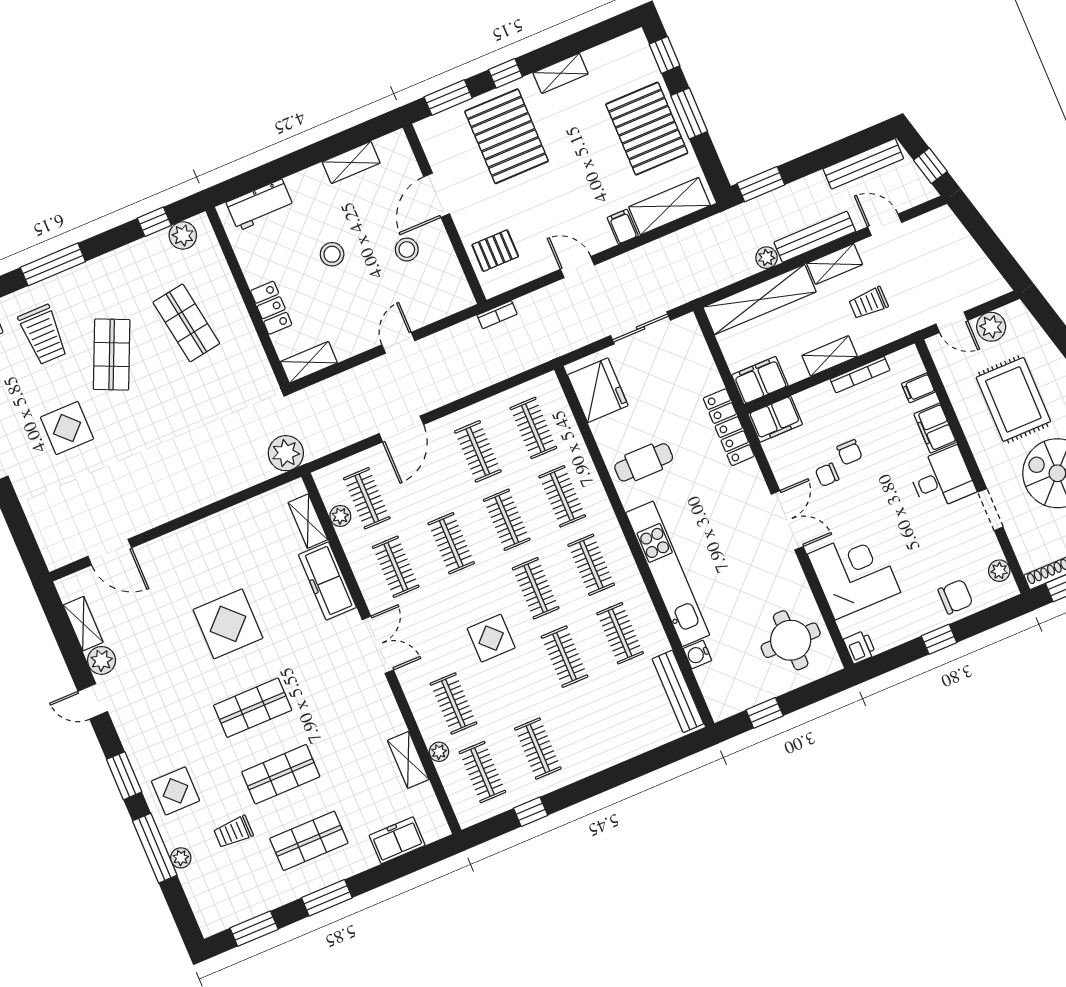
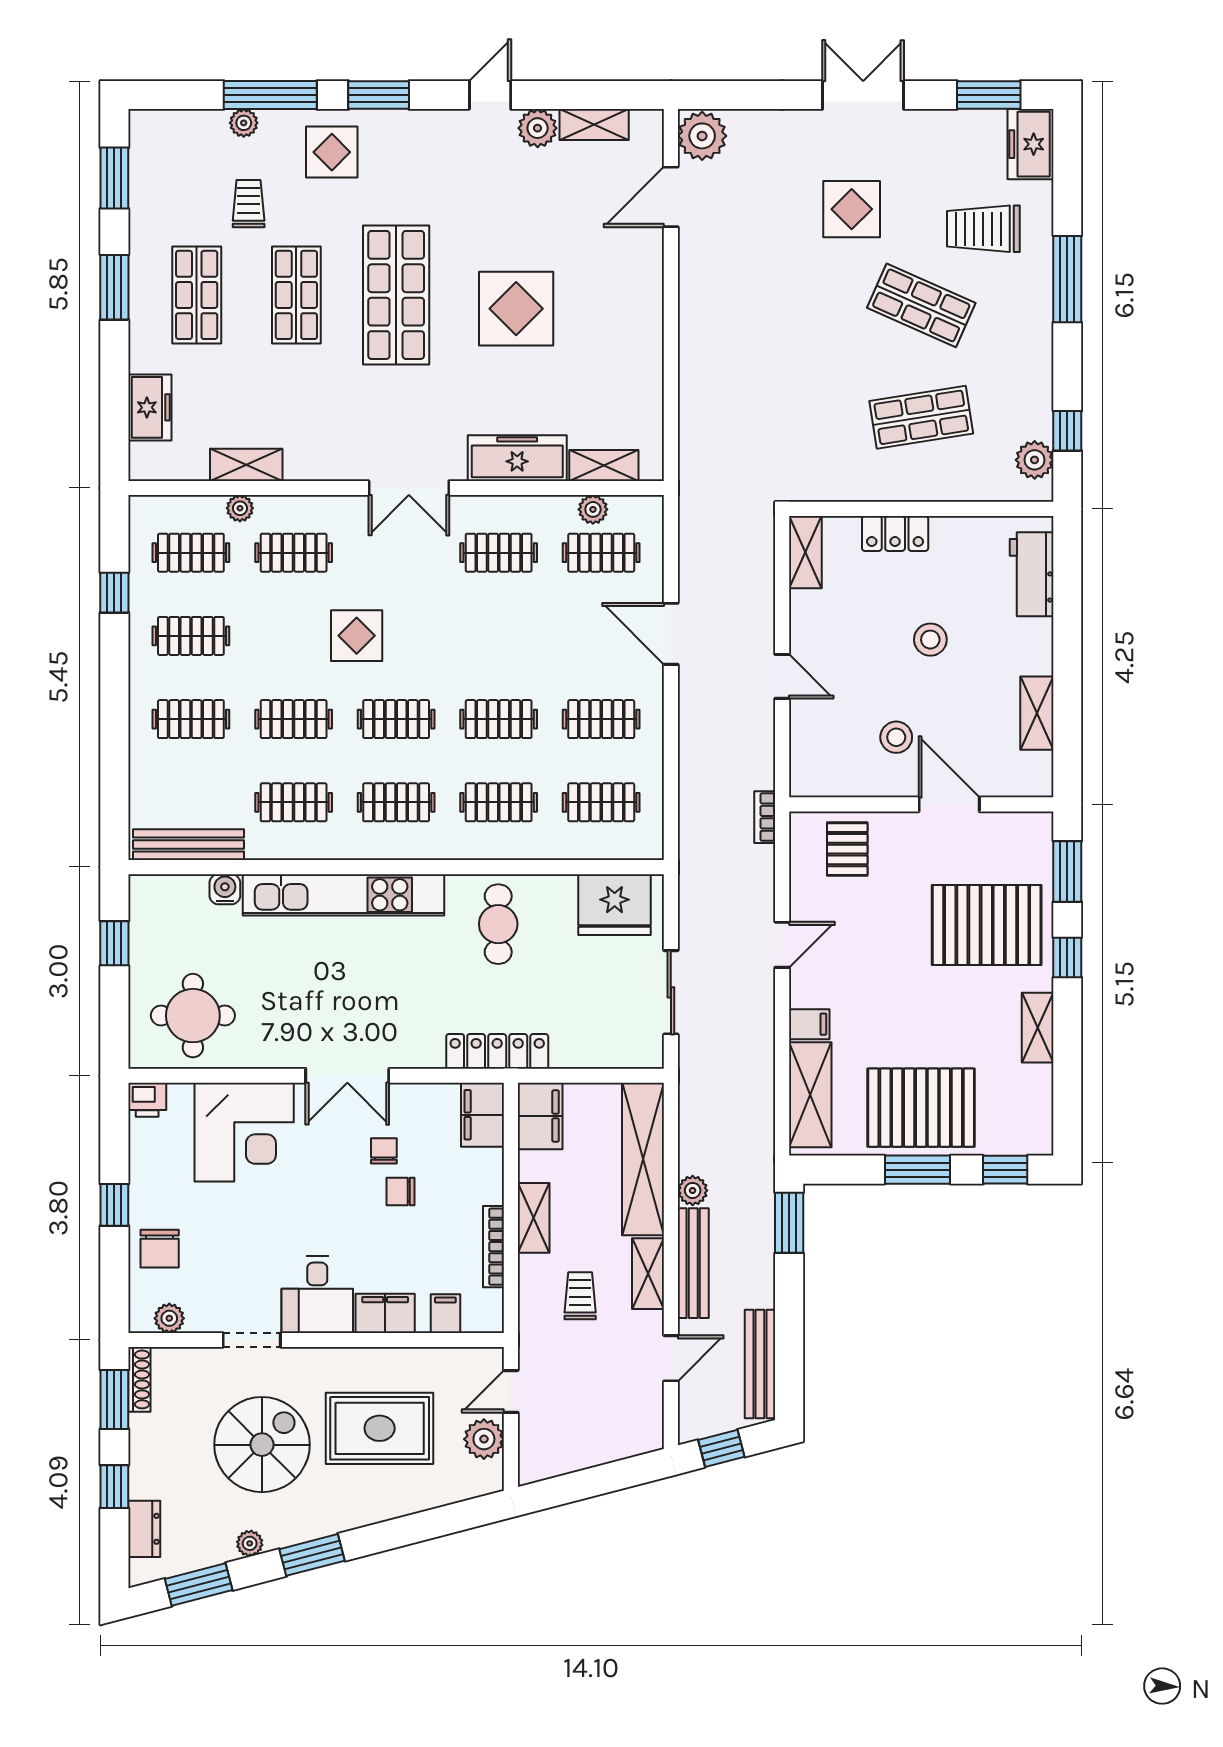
plant: (286, 453) -> (702, 136), moved
clothes rail: (451, 543) -> (191, 719), moved
shop shelf: (253, 708) -> (396, 295), width x1.43, depth x1.36

